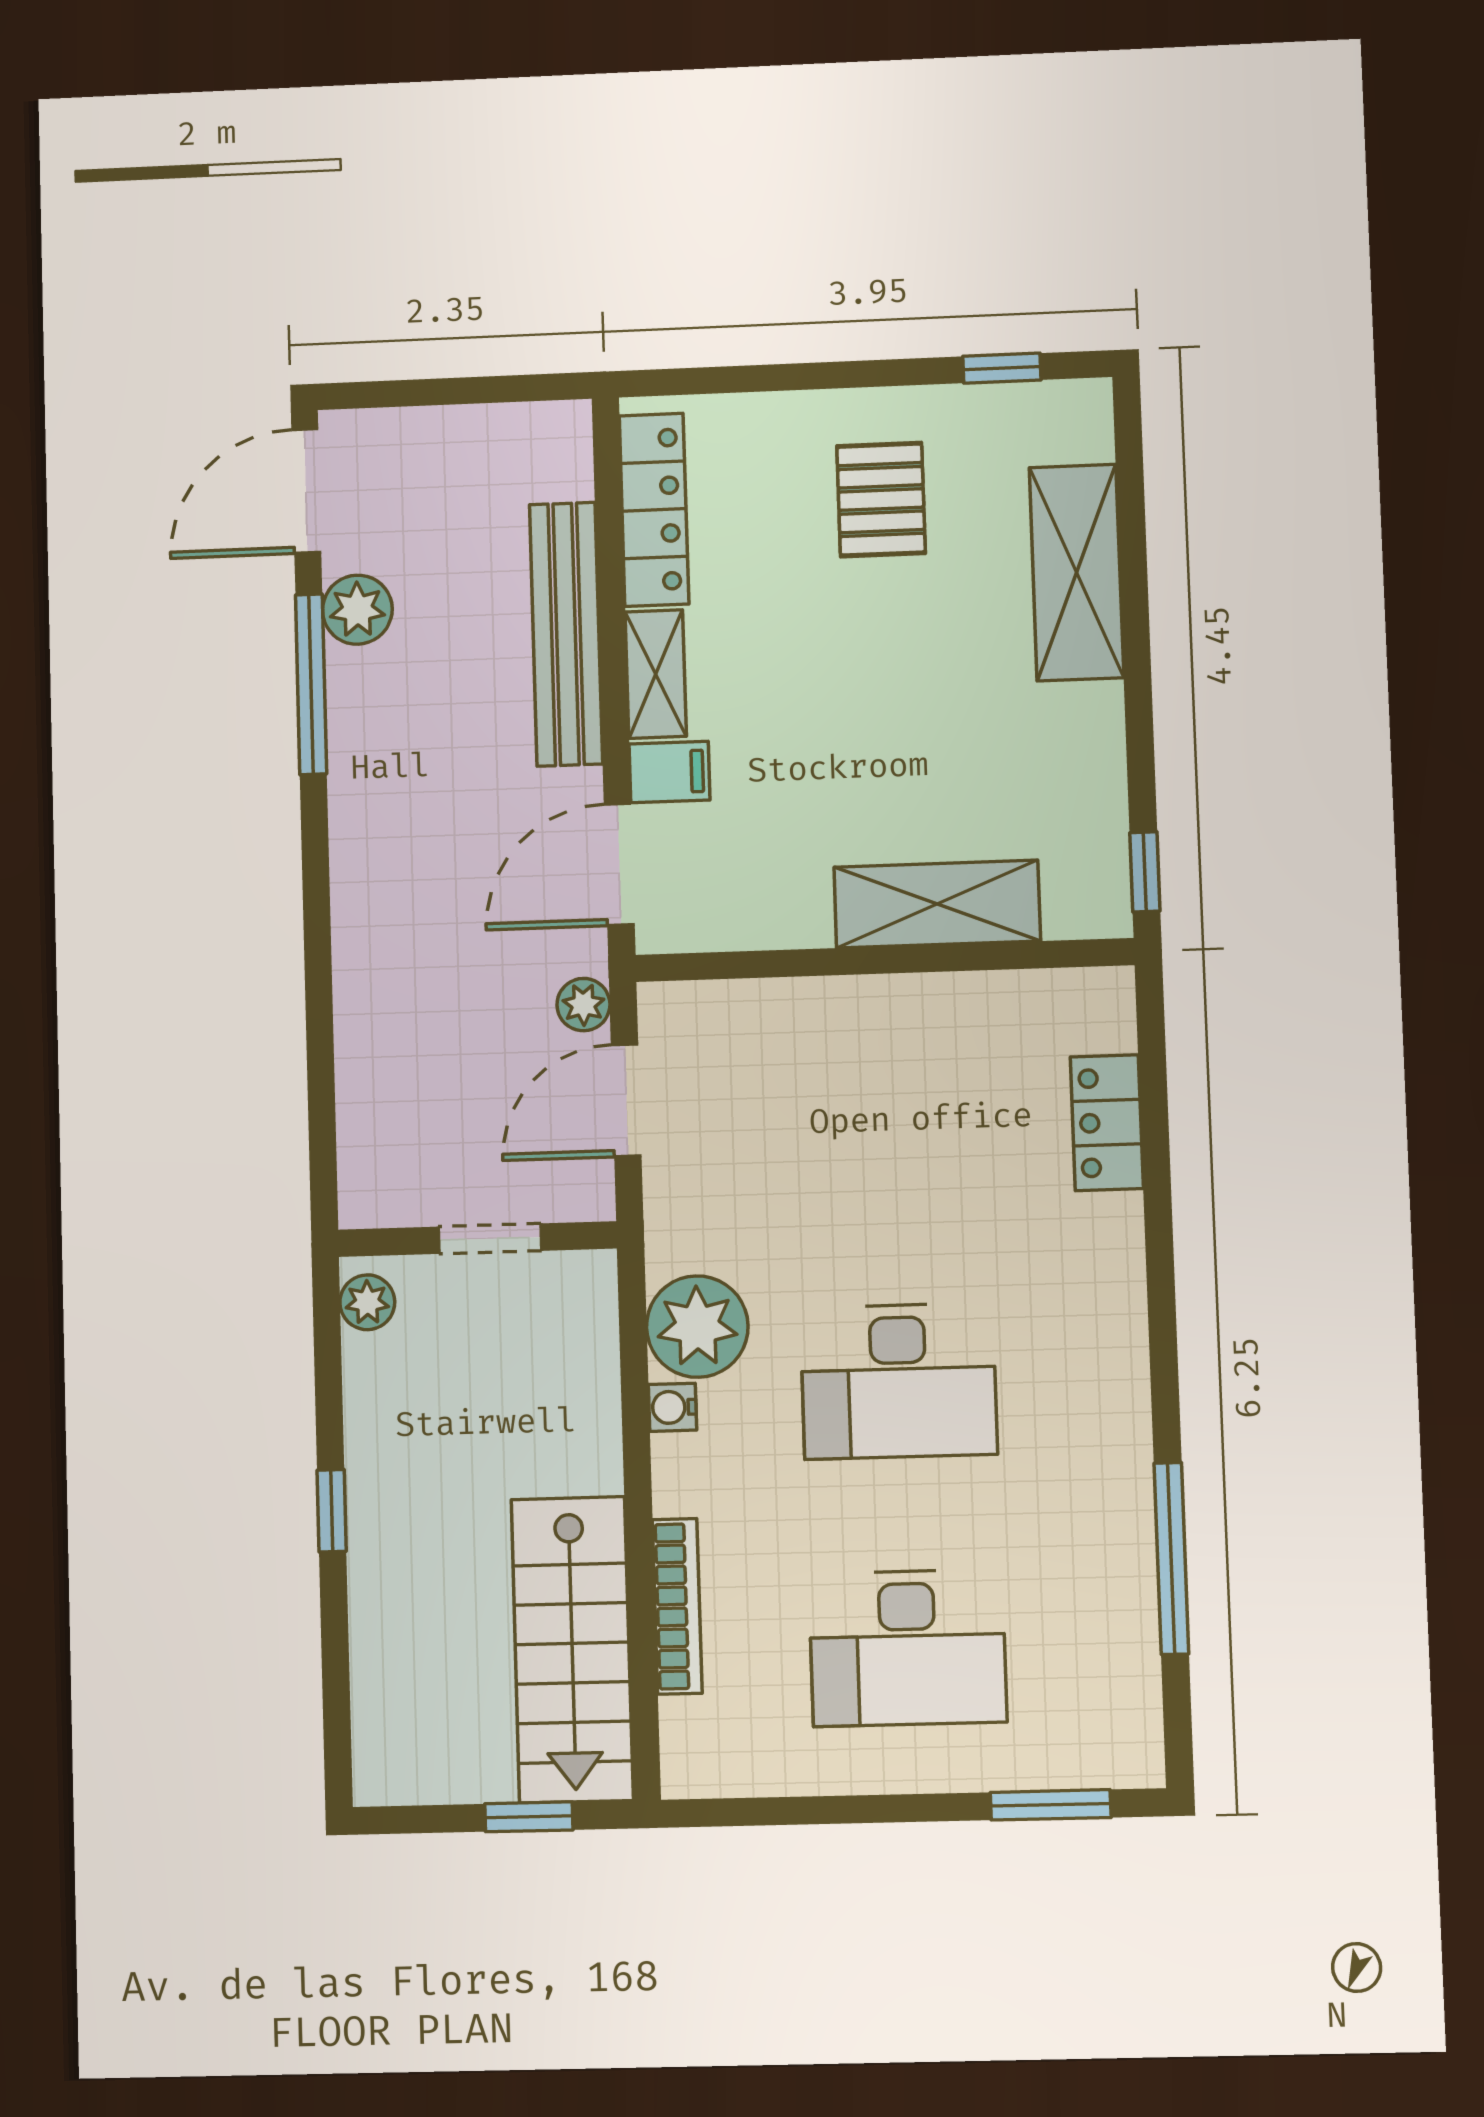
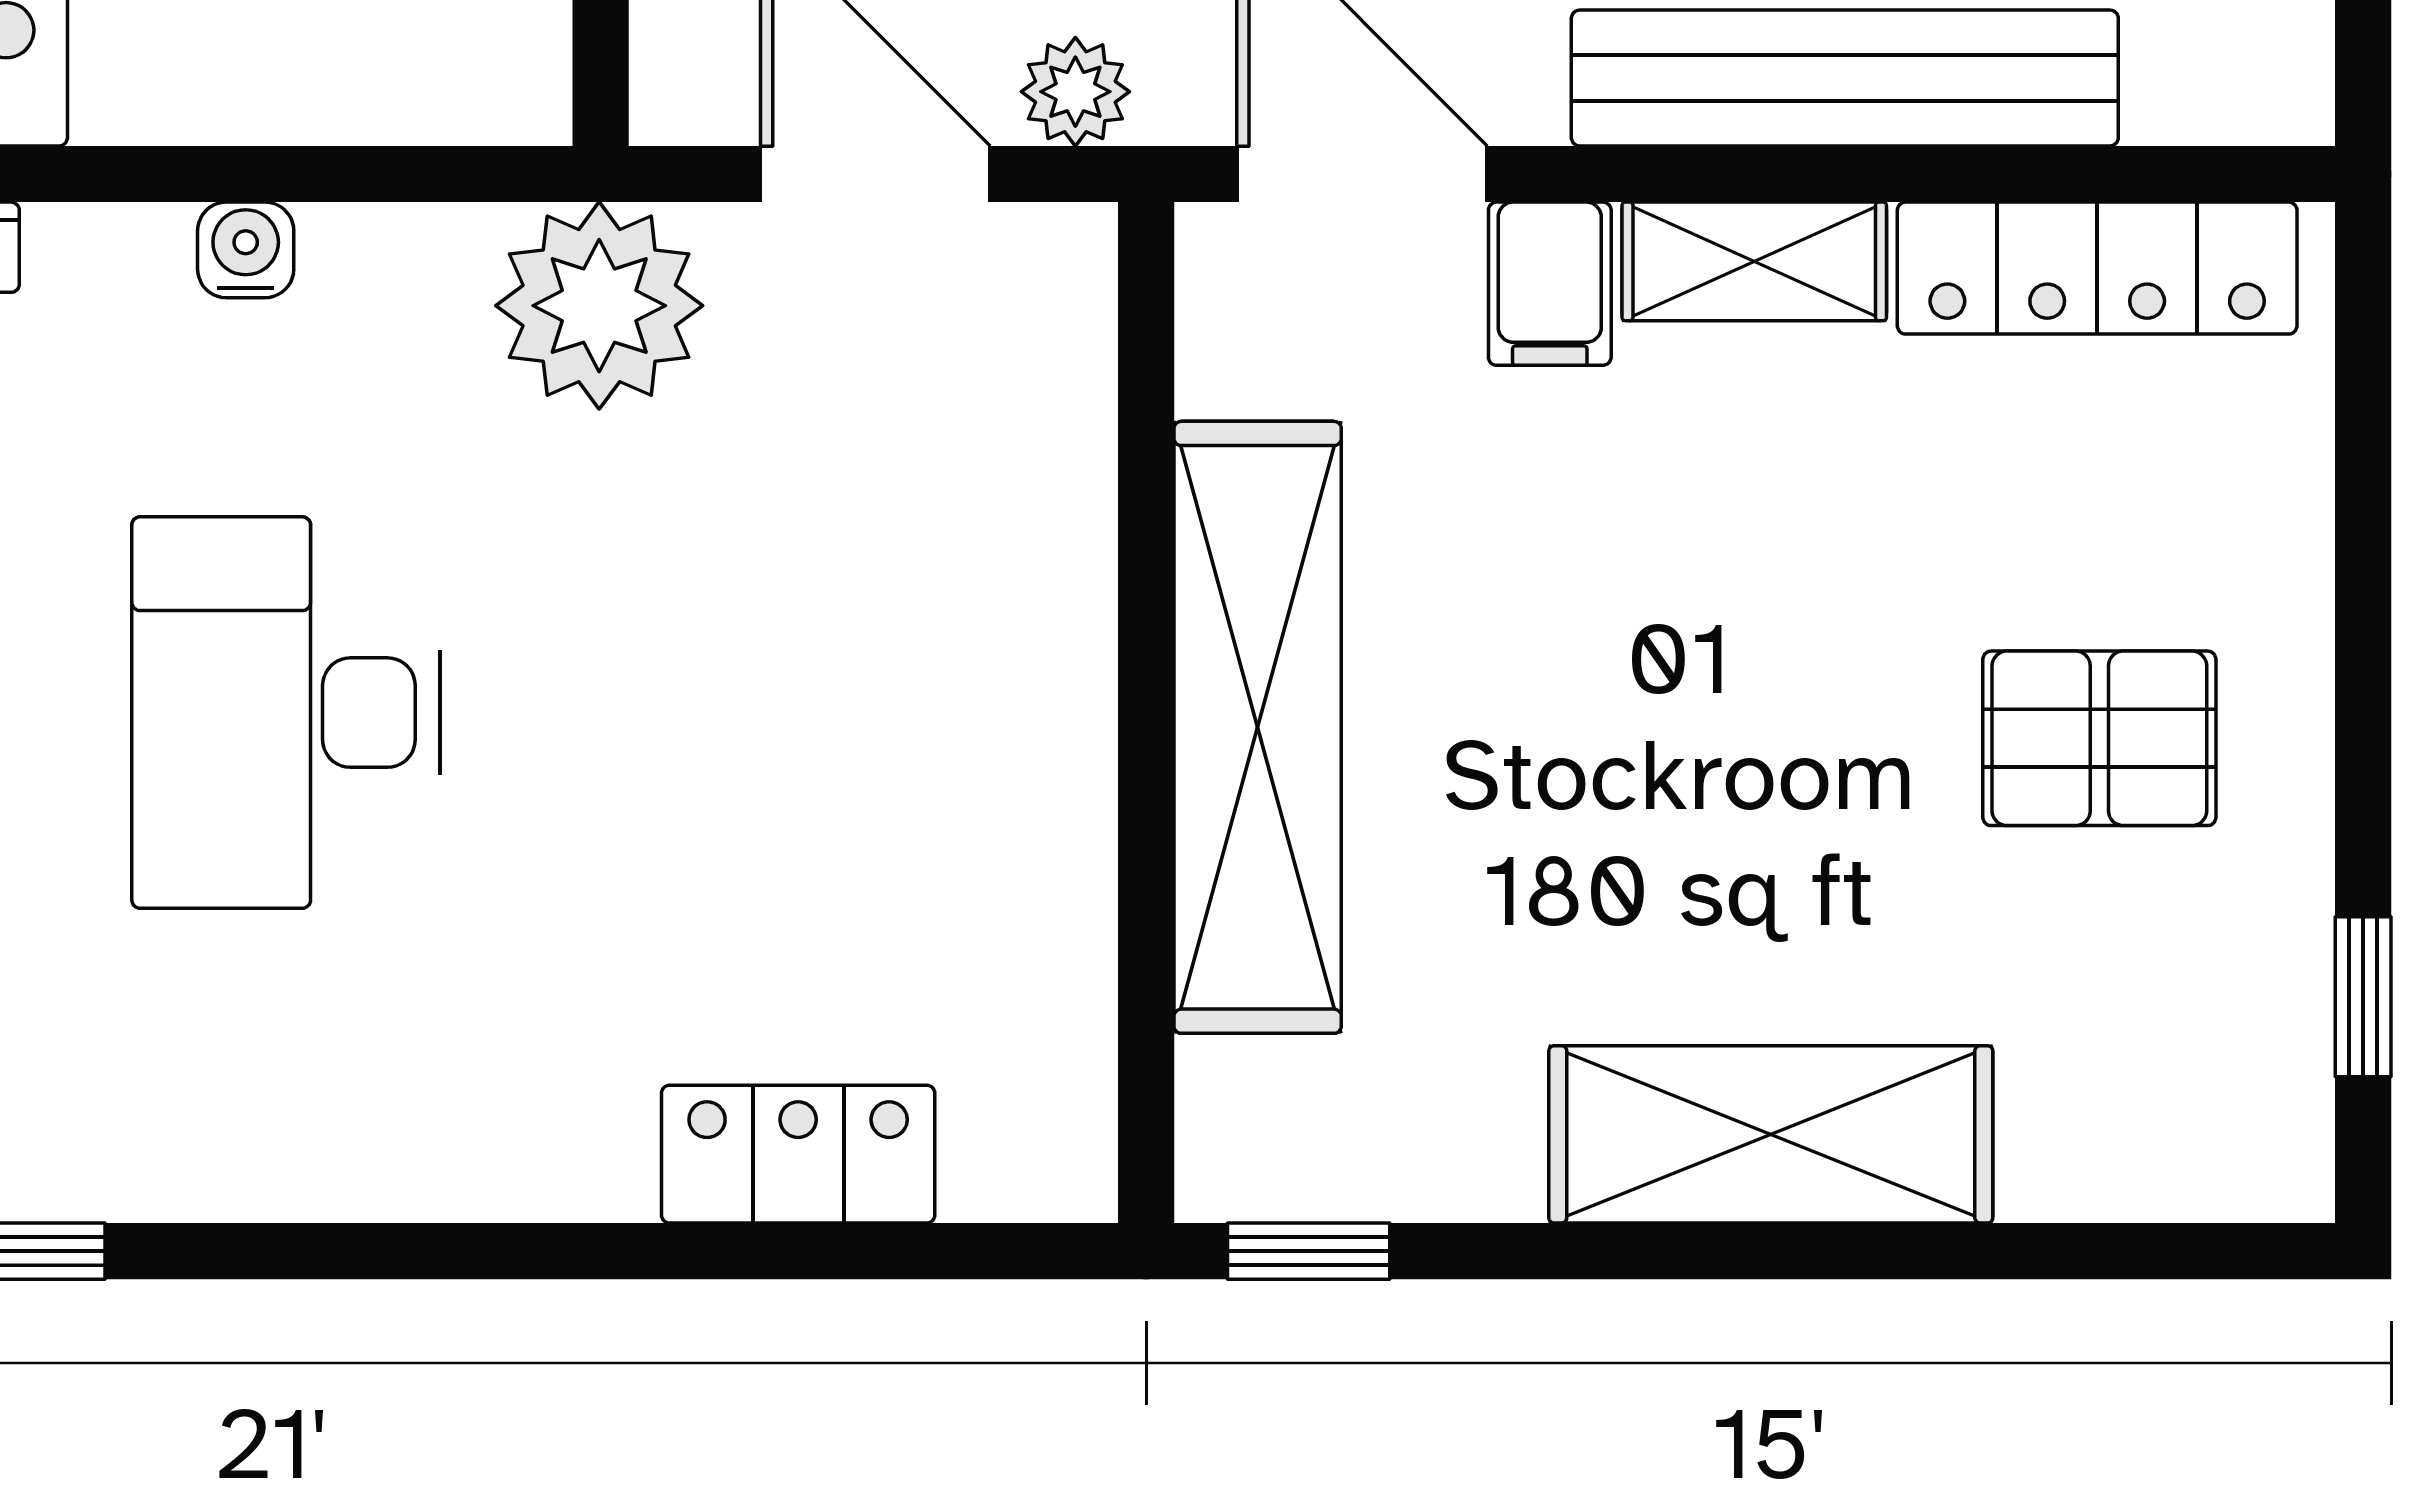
shelving: (1076, 573) -> (1771, 1134), moved
shelving: (937, 904) -> (1258, 727), width x1.47
plant: (697, 1327) -> (599, 306), moved

